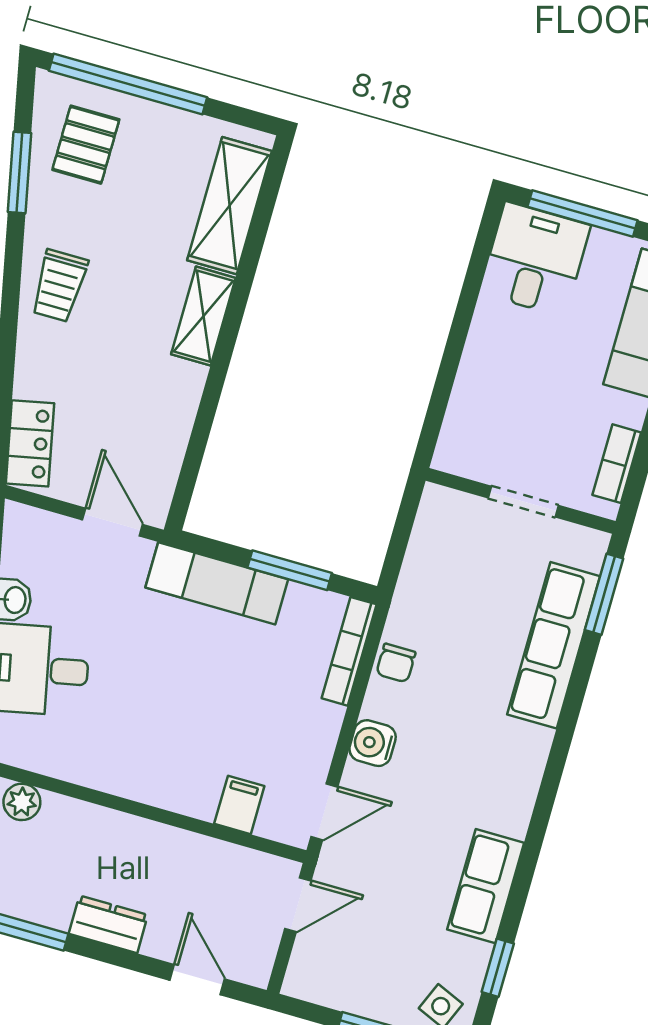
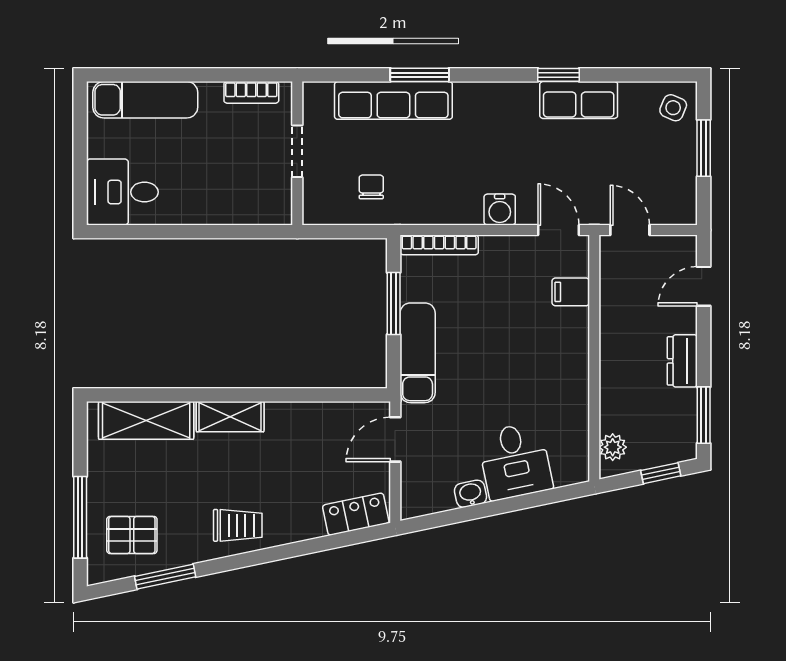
window: (128, 84) -> (80, 517), width x0.68
window: (583, 214) -> (80, 167), removed
window: (604, 594) -> (420, 75), moved
chair: (396, 663) -> (371, 187), moved, turned -90
window: (498, 968) -> (558, 75), moved

